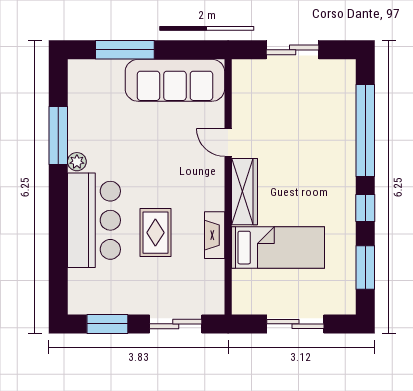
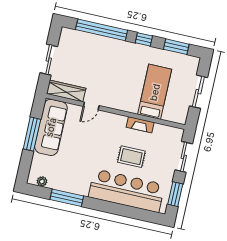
window: (125, 50) -> (32, 134), moved
plant: (77, 162) -> (42, 181), moved
wardrobe: (244, 192) -> (66, 91), moved
bar counter: (94, 220) -> (127, 191), width x1.36

